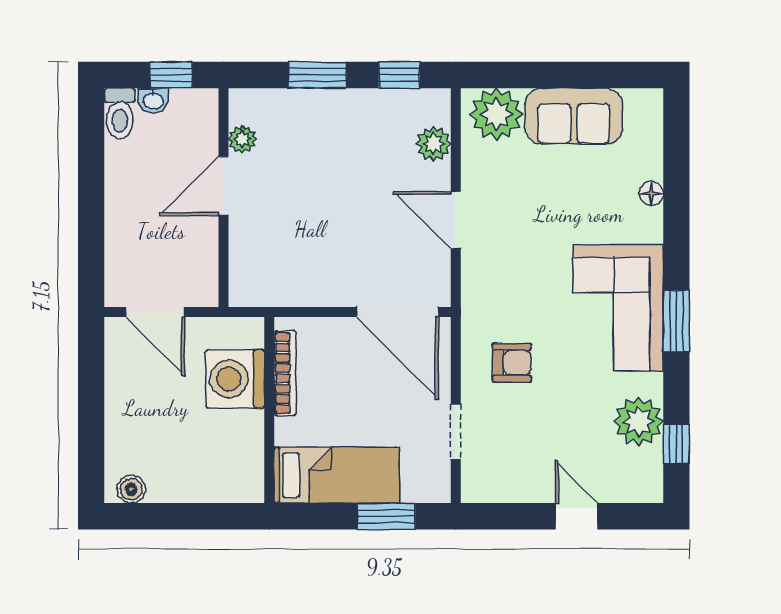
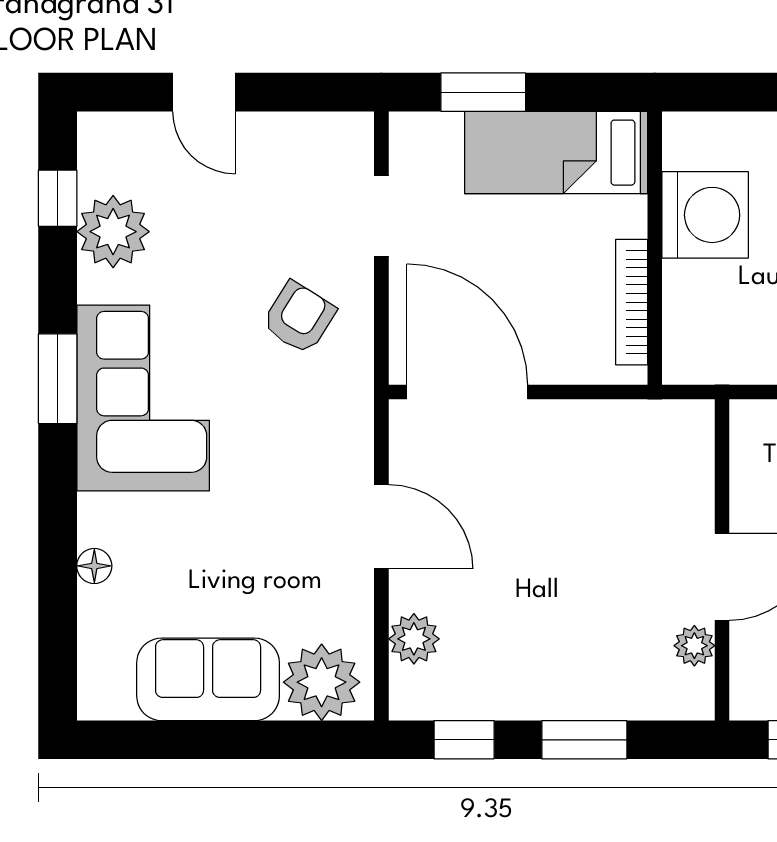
armchair: (512, 363) -> (299, 318), turned 122
washing machine: (235, 379) -> (705, 215), moved

